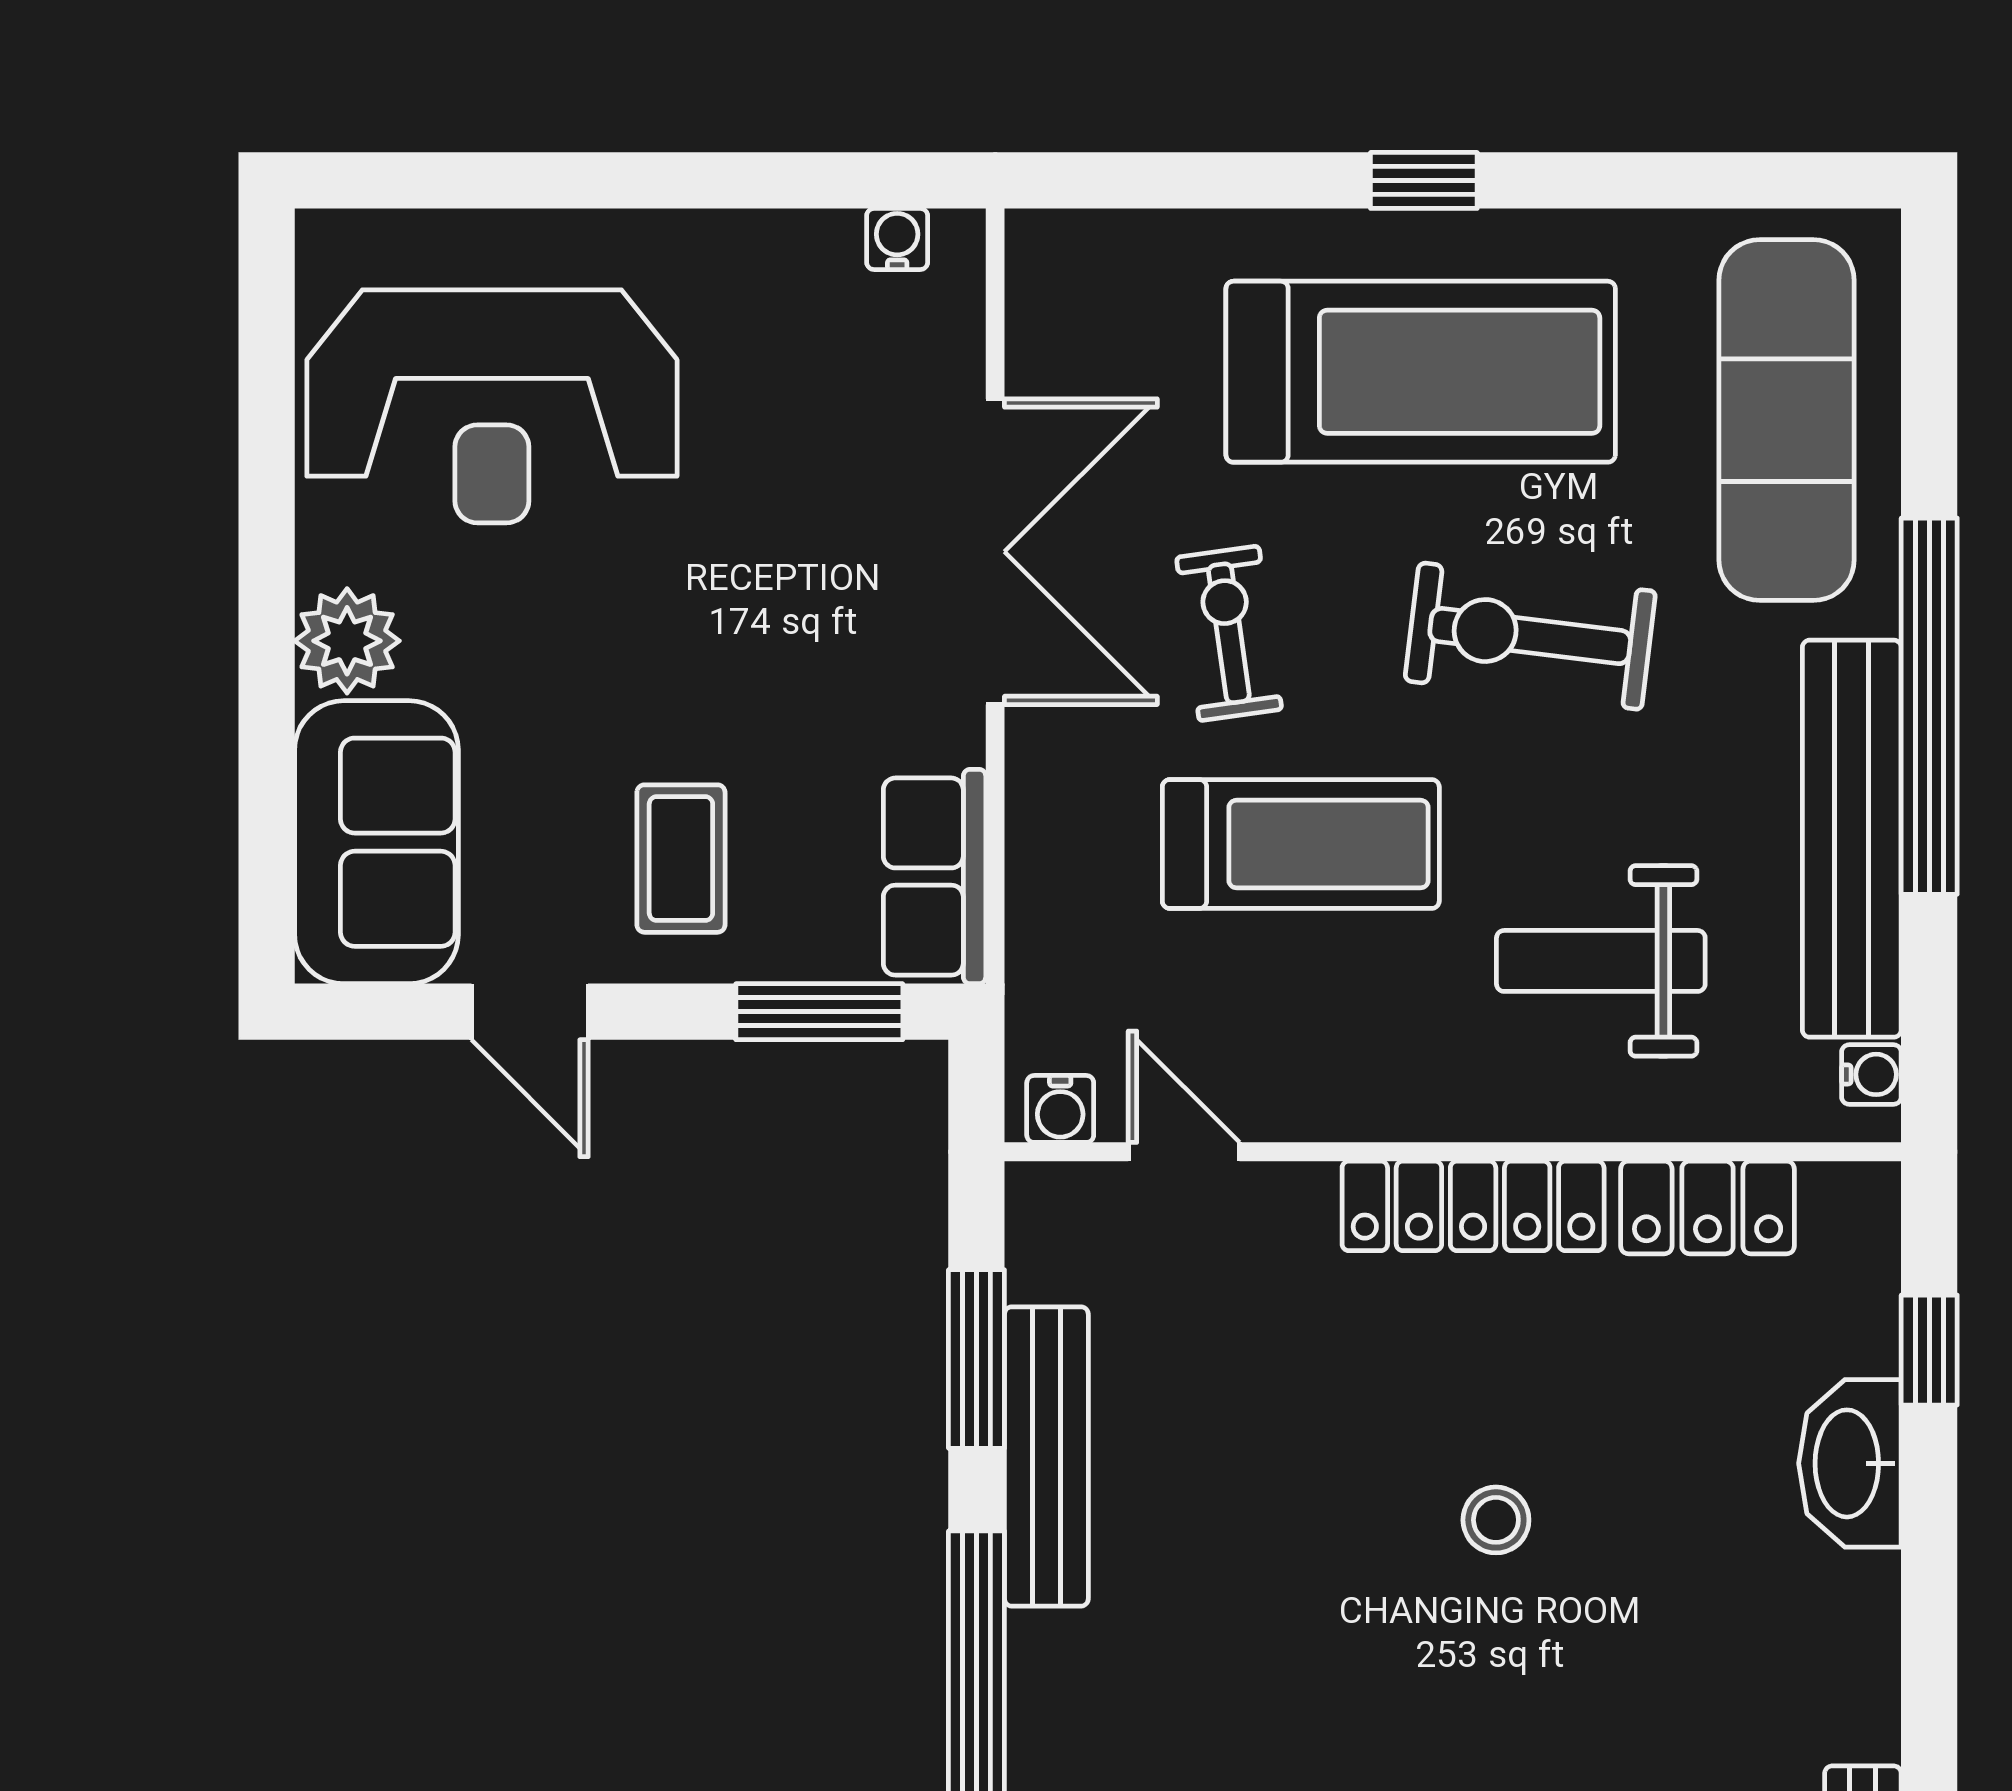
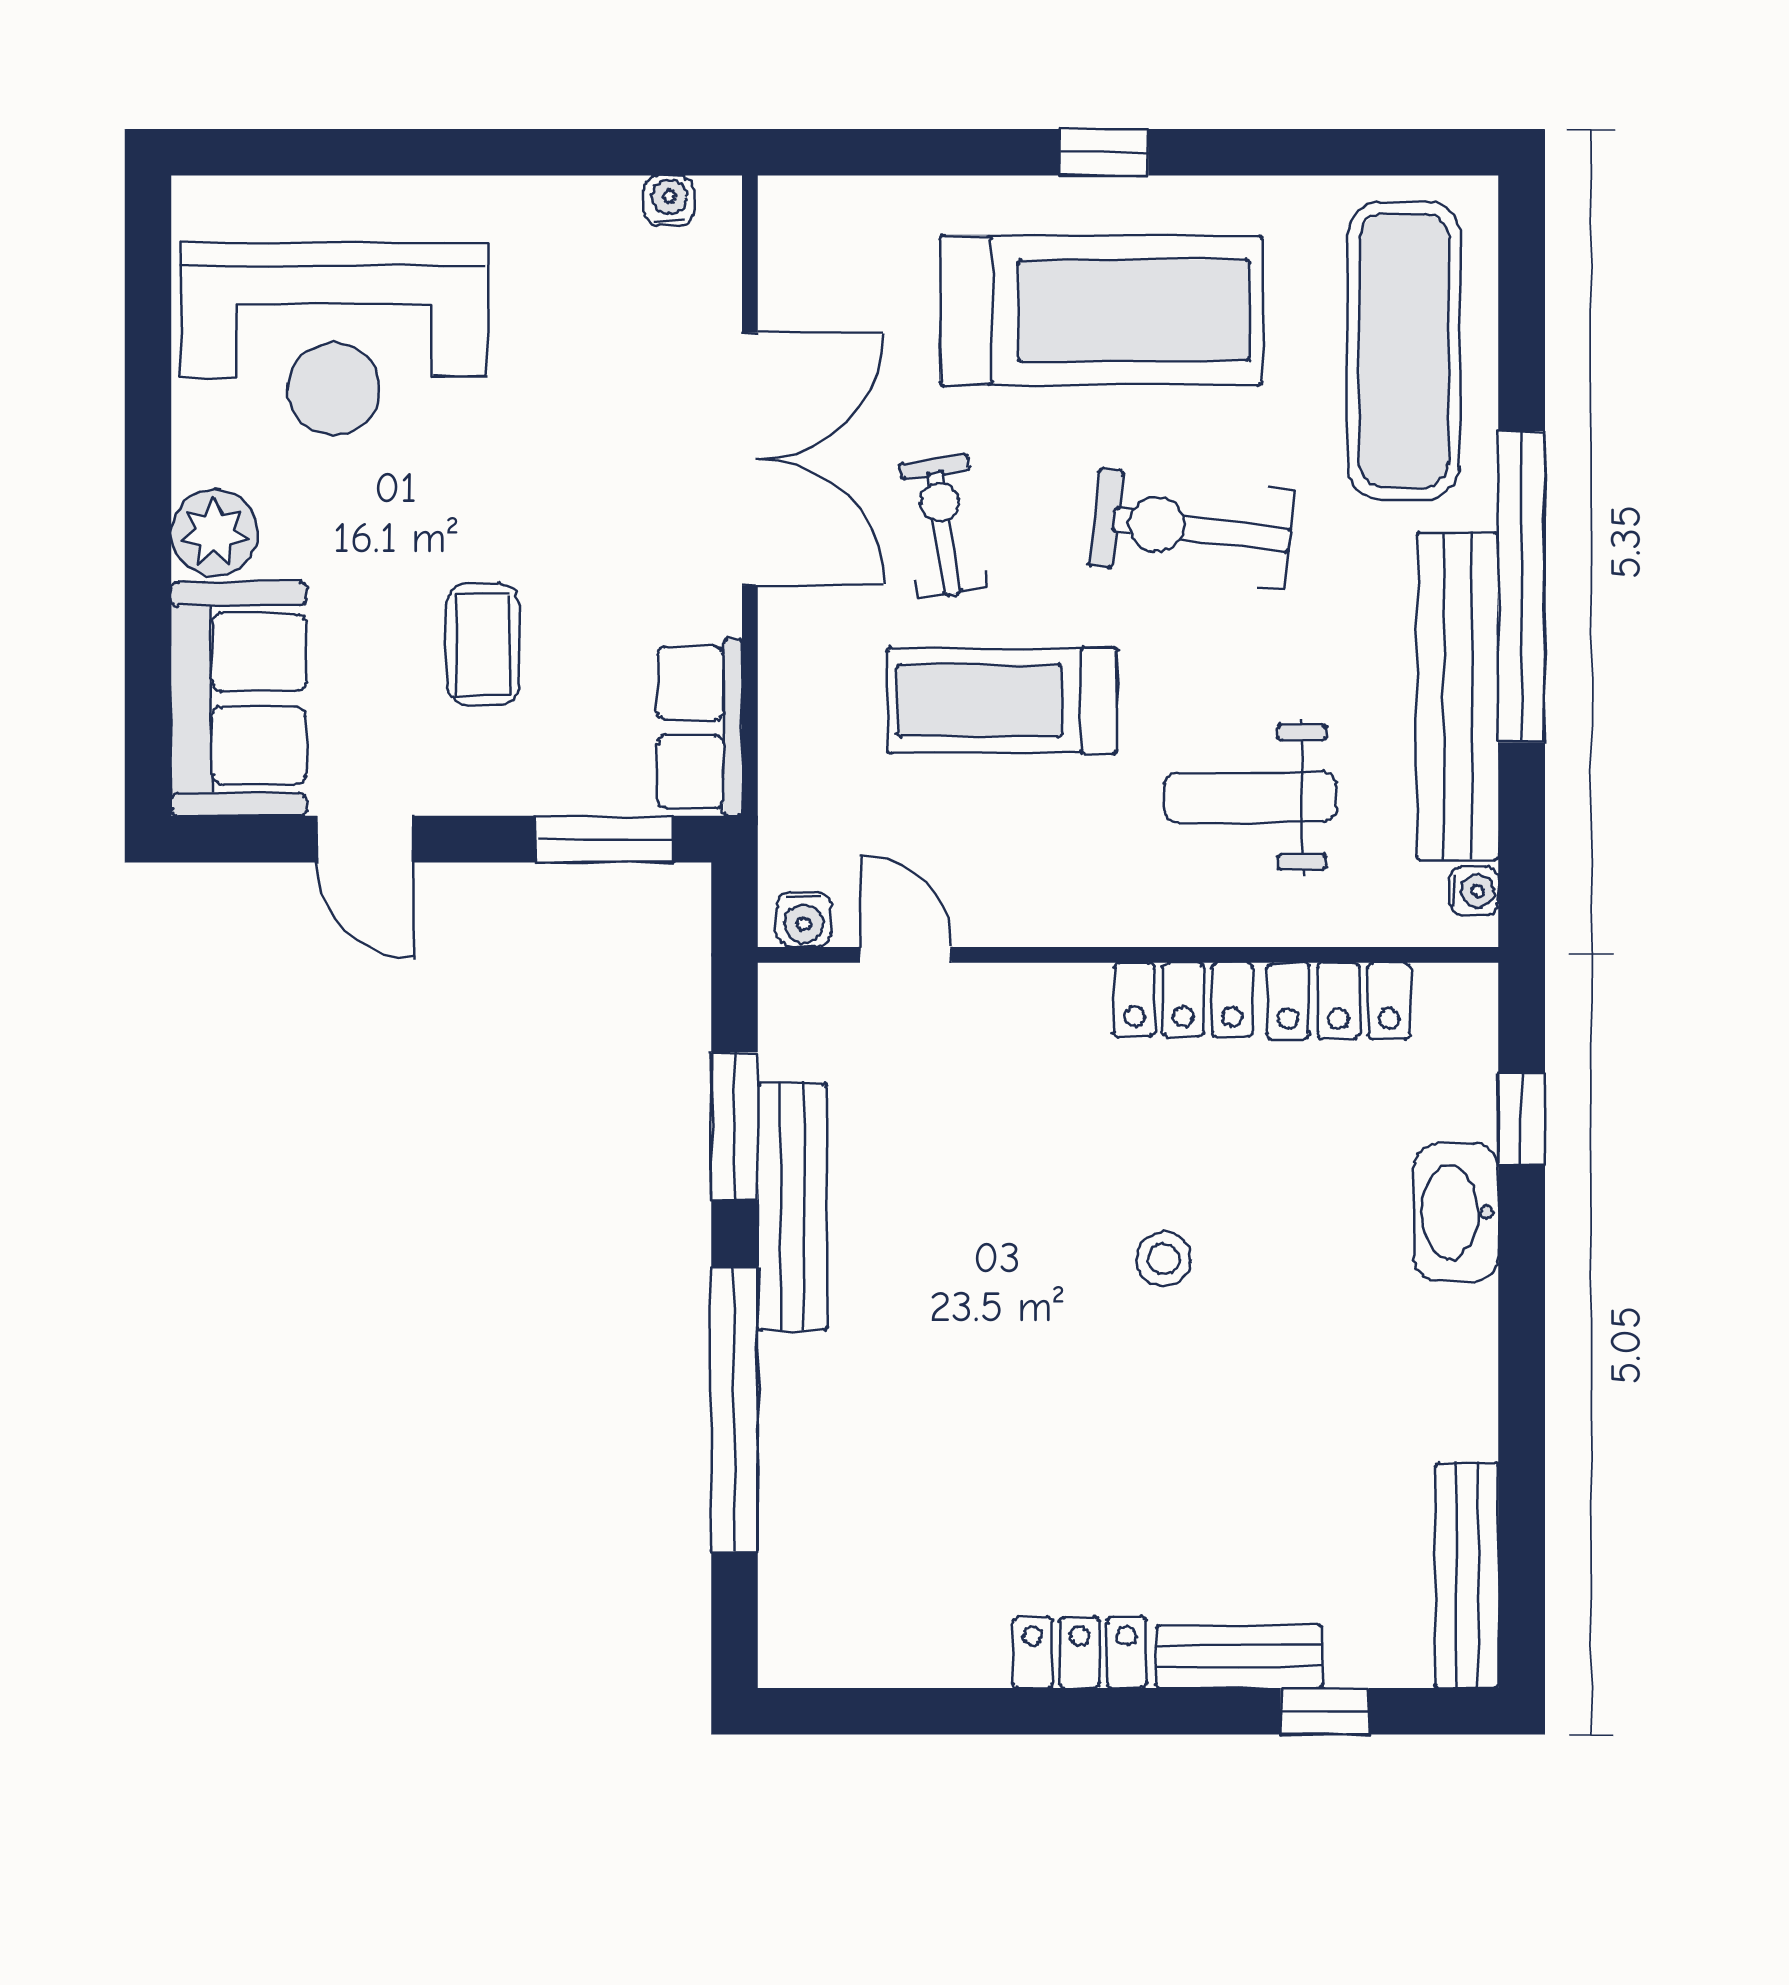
treadmill: (1301, 844) -> (1002, 701), turned 180
coffee table: (681, 859) -> (483, 645), moved
locker: (1473, 1206) -> (1183, 1000), width x0.66

